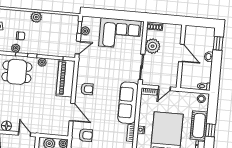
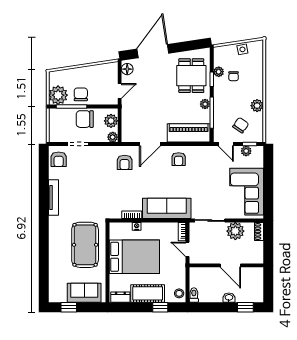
plant: (36, 17) -> (257, 106), moved
chair: (63, 34) -> (241, 125), added
door: (181, 53) -> (230, 265), hinge flipped
window: (210, 130) -> (160, 307), moved

